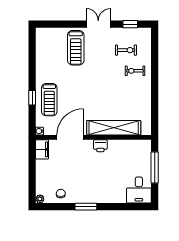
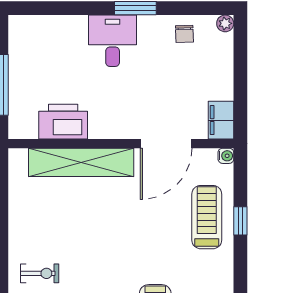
printer: (100, 146) -> (63, 122), moved, width x1.87, depth x1.48
desk: (139, 190) -> (113, 41), moved

